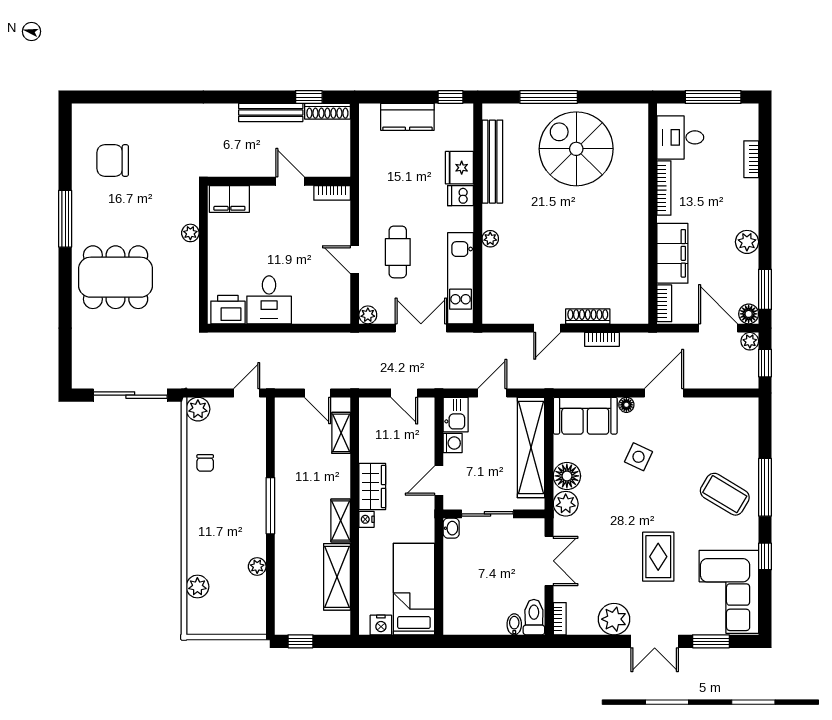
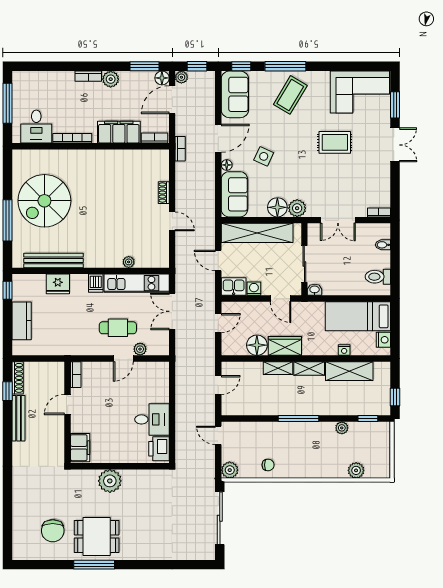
bookcase: (751, 159) -> (88, 76), moved
dishwasher: (460, 196) -> (96, 283), moved
plant: (190, 233) -> (110, 481), width x1.88, depth x1.88
plant: (490, 239) -> (129, 262), moved
dining table: (116, 277) -> (97, 536), moved, width x0.73
plant: (368, 315) -> (140, 349), moved
shoe rack: (588, 316) -> (164, 193), width x0.70
bookcase: (602, 339) -> (180, 149), moved
door: (664, 393) -> (218, 138), swing flipped
sofa: (726, 416) -> (235, 94), added
shelving: (341, 433) -> (278, 368), moved
floor lamp: (373, 447) -> (257, 345), added
nightstand: (366, 519) -> (344, 350), moved
window: (765, 556) -> (241, 66), moved
double door: (549, 561) -> (338, 220), swing flipped
window: (270, 603) -> (368, 419), added
toilet: (534, 617) -> (378, 277), moved
plant: (614, 619) -> (379, 174), removed

